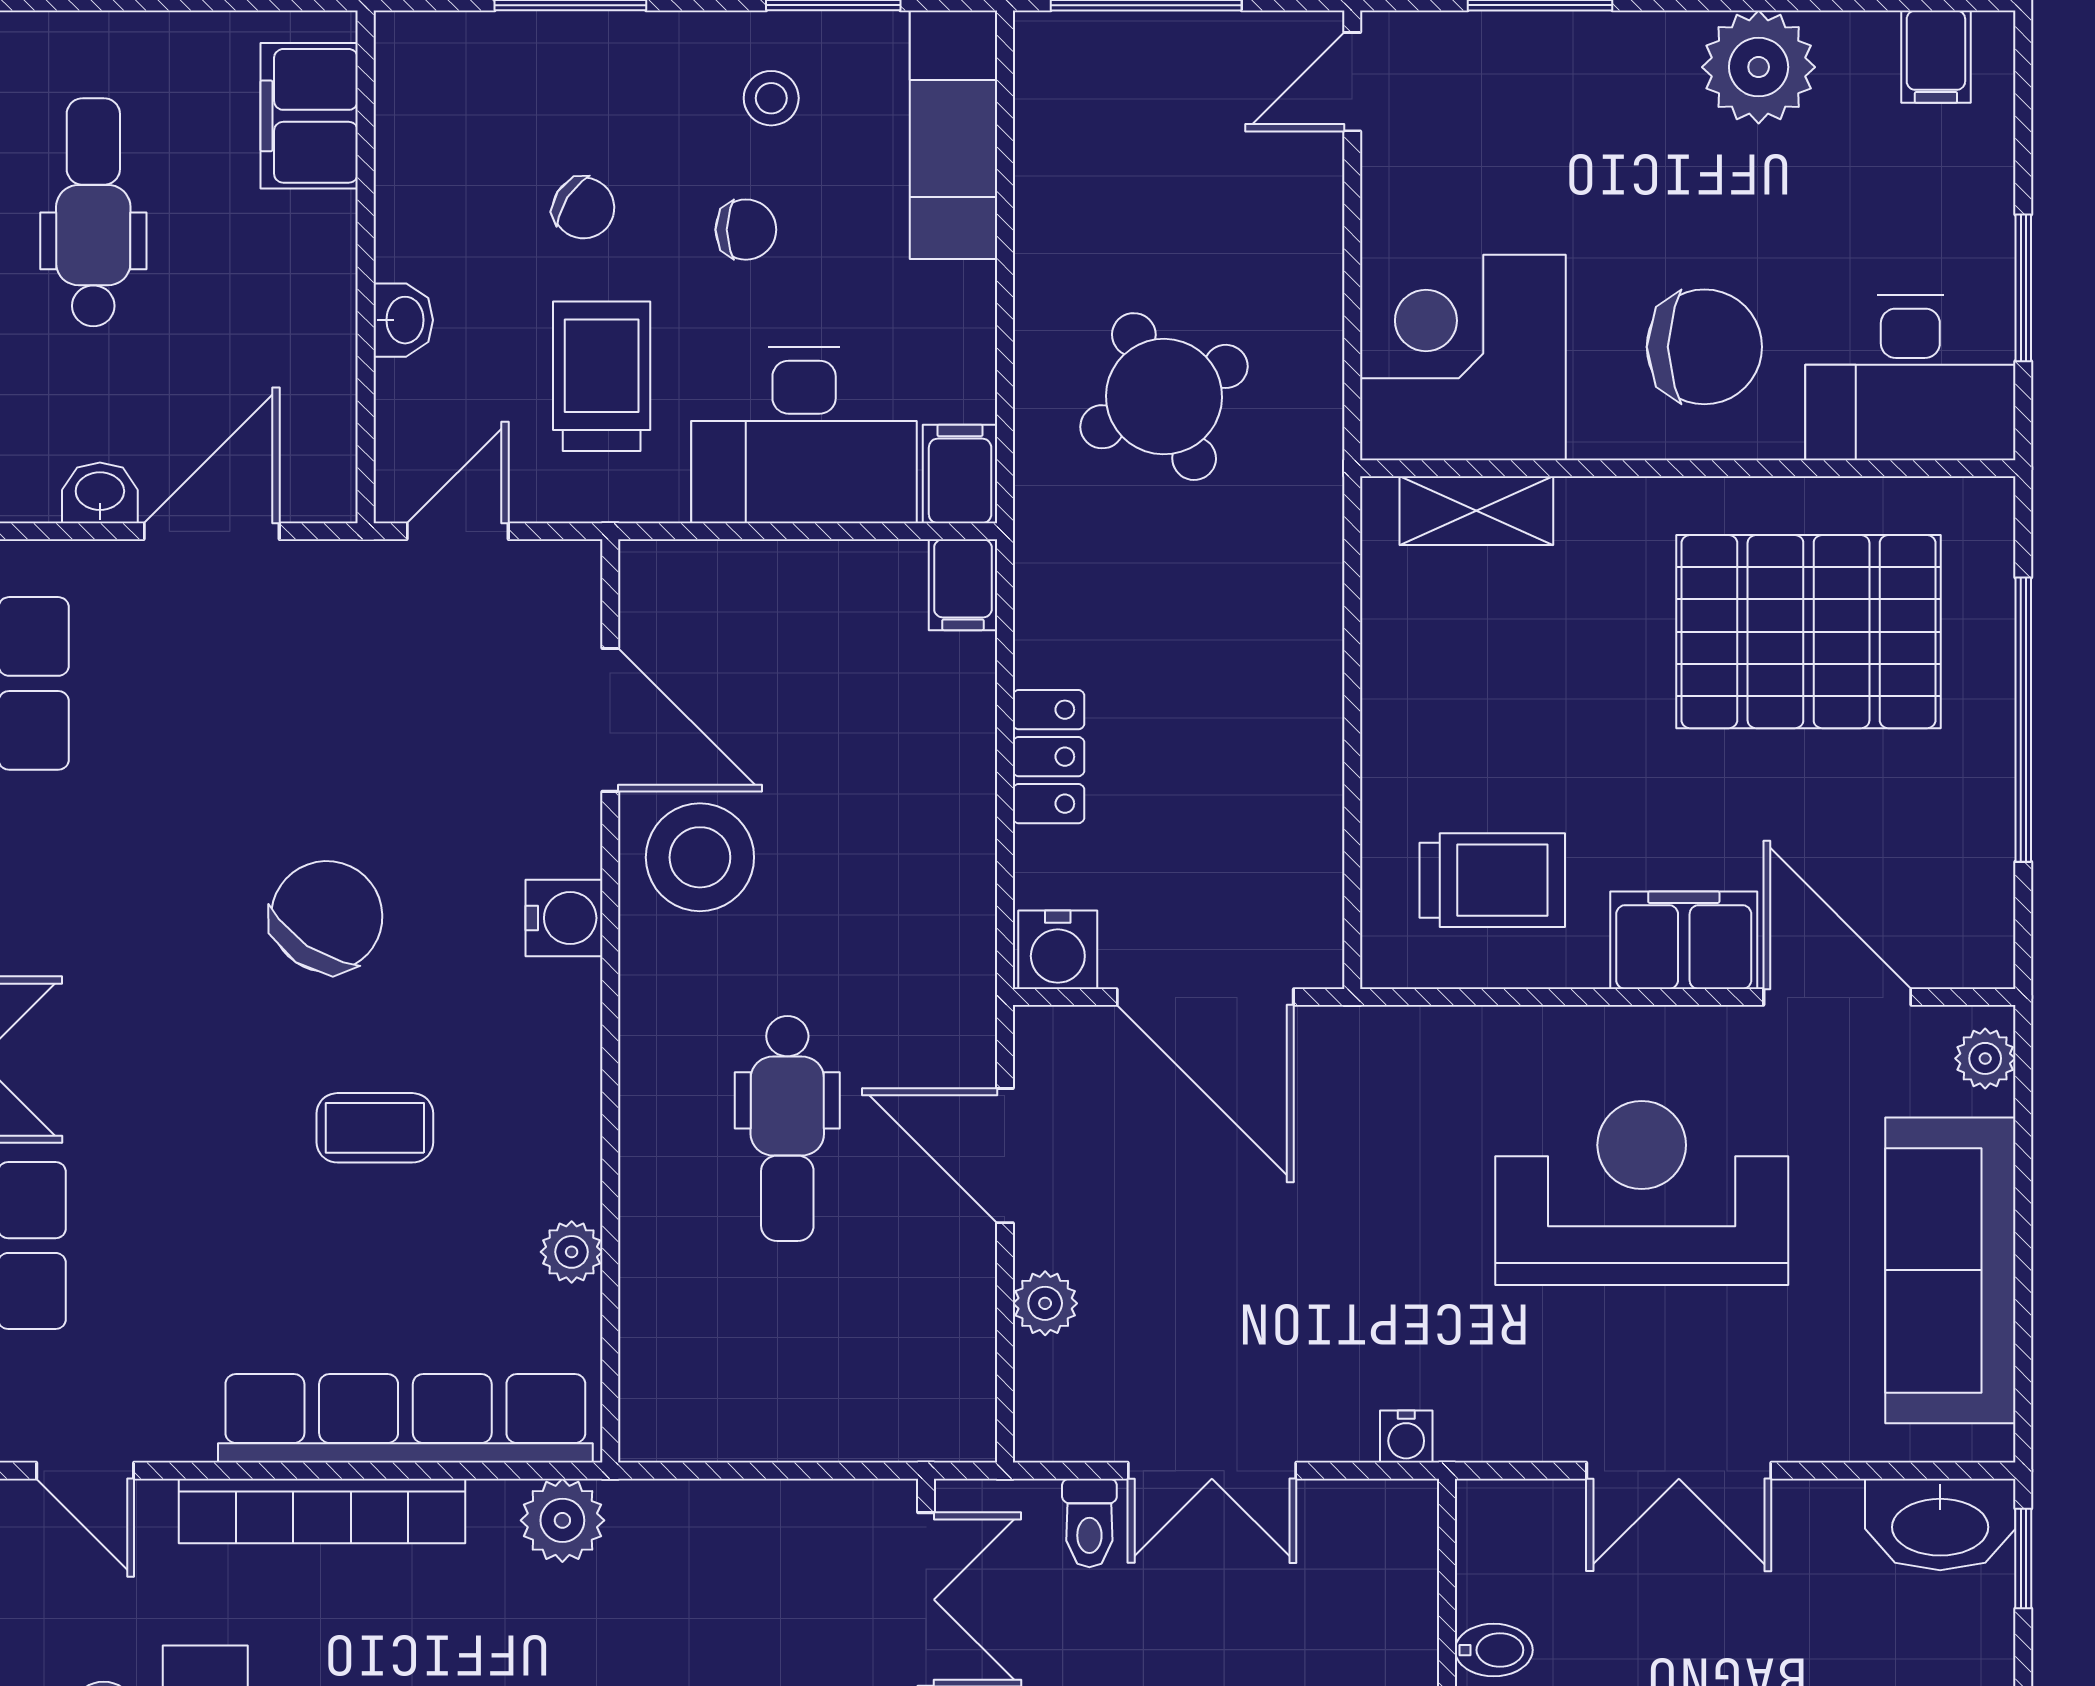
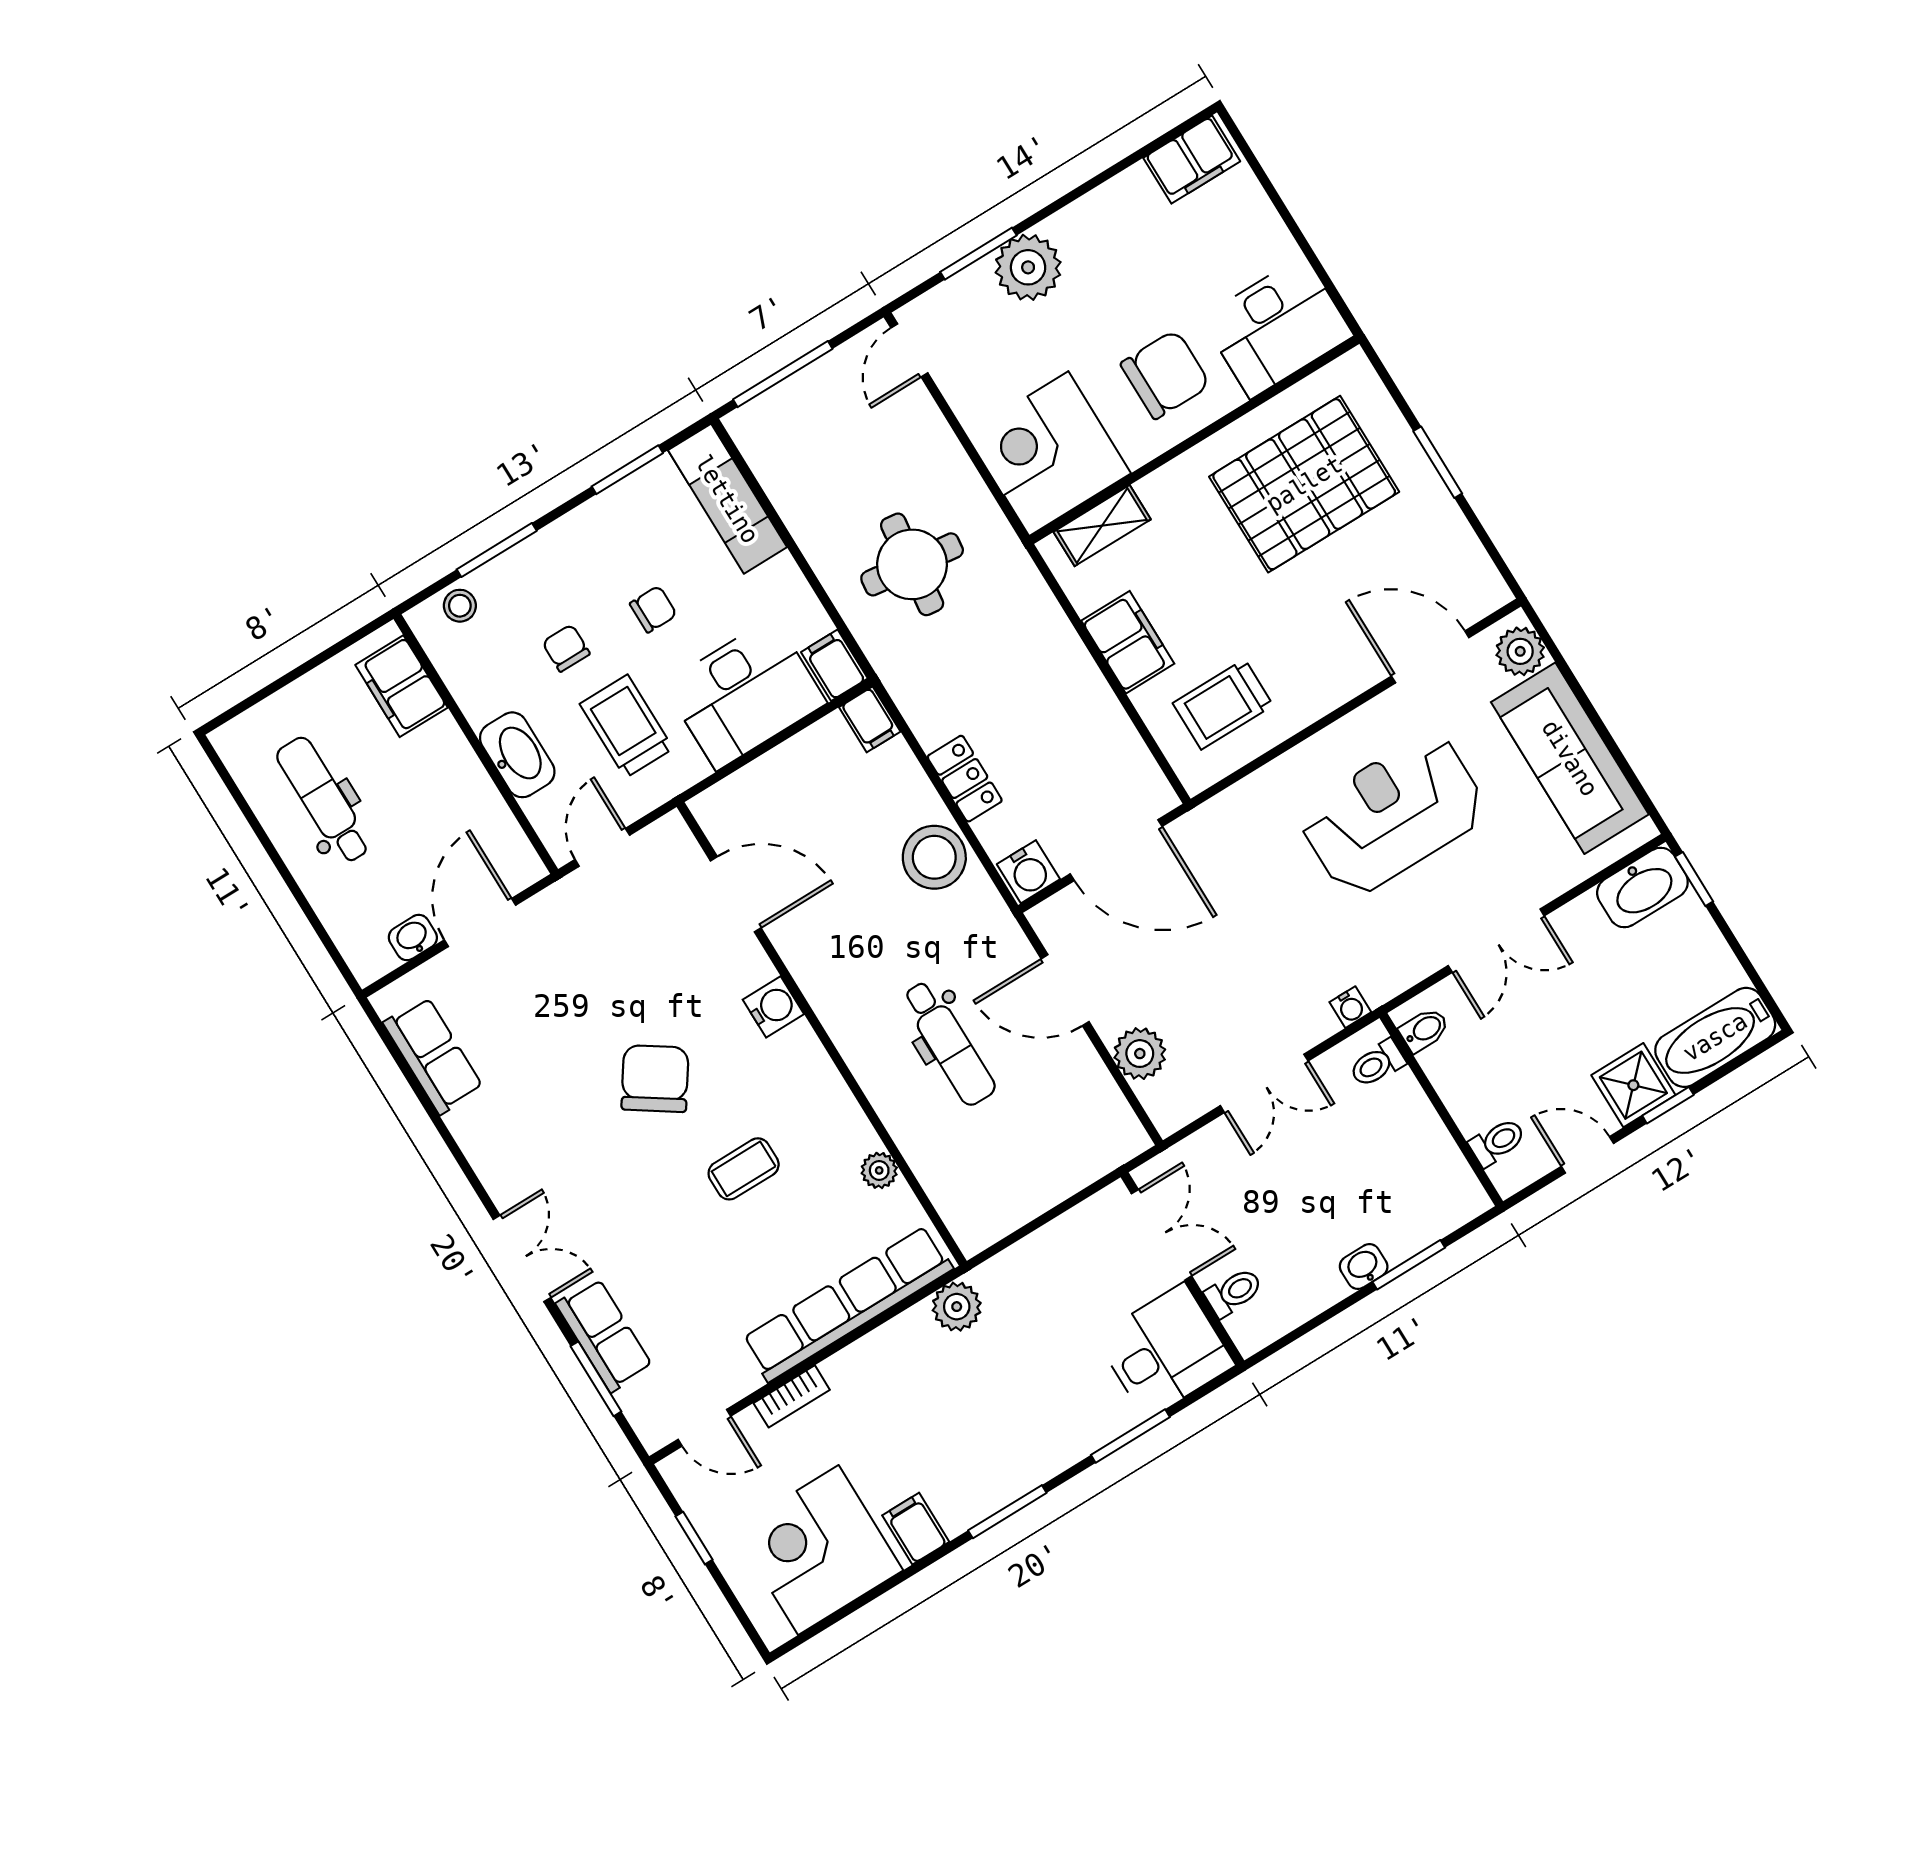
filing cabinet: (1936, 57) -> (1192, 160), width x2.00
plant: (1759, 67) -> (1028, 267), moved
stool: (771, 98) -> (460, 606), moved
chair: (584, 208) -> (566, 648), turned -123
window: (2023, 288) -> (1306, 248), removed
washbasin: (403, 320) -> (517, 755), width x1.91, depth x1.45
round table: (1164, 397) -> (912, 564), turned 33
window: (2023, 720) -> (1438, 462), width x0.47
stool: (700, 857) -> (934, 857), moved
trolley: (1492, 880) -> (1223, 704), turned 180
filing cabinet: (1684, 940) -> (1128, 642), moved, turned 90
plant: (1985, 1058) -> (1520, 651), width x1.38, depth x1.38
plant: (1045, 1303) -> (1140, 1054), width x1.38, depth x1.38
bookcase: (322, 1511) -> (792, 1396), width x0.43, depth x0.76
toilet: (1089, 1523) -> (1377, 1064), moved, turned 90
bidet: (1494, 1650) -> (1424, 1030), moved

